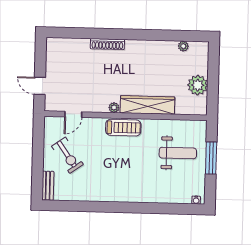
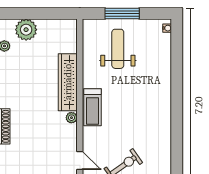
plant: (198, 85) -> (26, 30), moved
treadmill: (123, 128) -> (92, 107), turned 180

